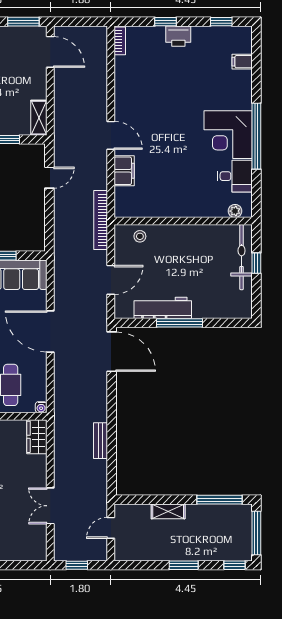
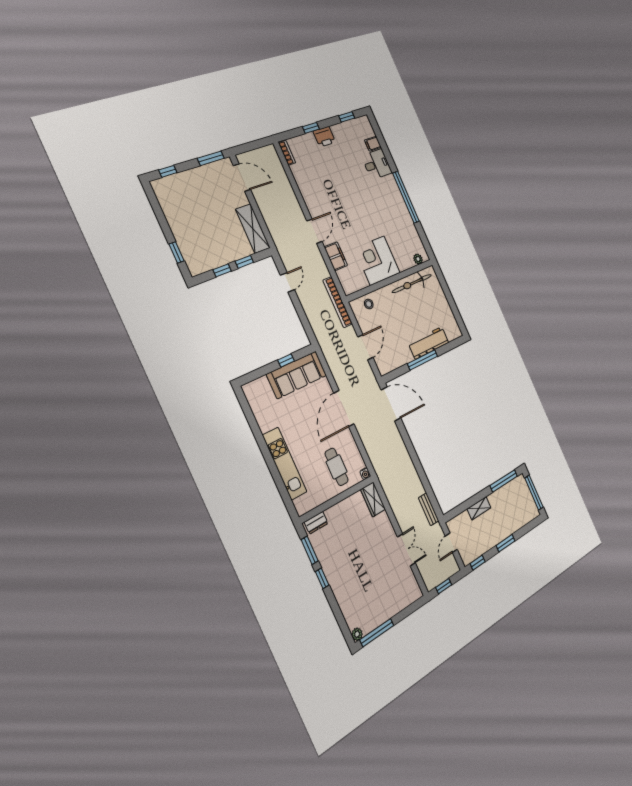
shelving: (39, 118) -> (253, 229), width x1.50, depth x1.33
door: (111, 135) -> (314, 231), hinge flipped
corner desk: (228, 135) -> (377, 261), moved, turned 90
desk: (235, 176) -> (377, 164), moved
bicycle: (242, 257) -> (412, 284), moved, turned -90
window: (256, 263) -> (447, 293), removed
workbench: (163, 308) -> (429, 343), moved
door: (50, 331) -> (344, 409), hinge flipped
bench: (101, 441) -> (429, 509), moved
double door: (50, 506) -> (406, 550), swing flipped
window: (234, 565) -> (478, 563), moved

